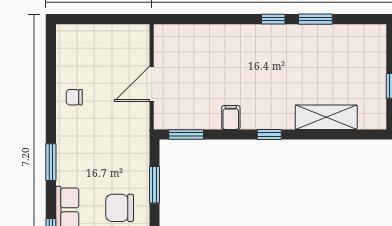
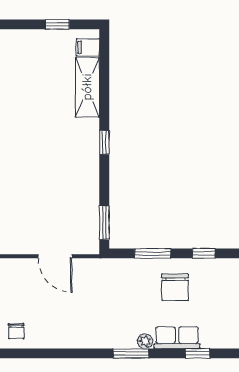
chair: (74, 97) -> (16, 331), moved
filing cabinet: (231, 118) -> (88, 47), moved
plant: (64, 177) -> (145, 341), added

